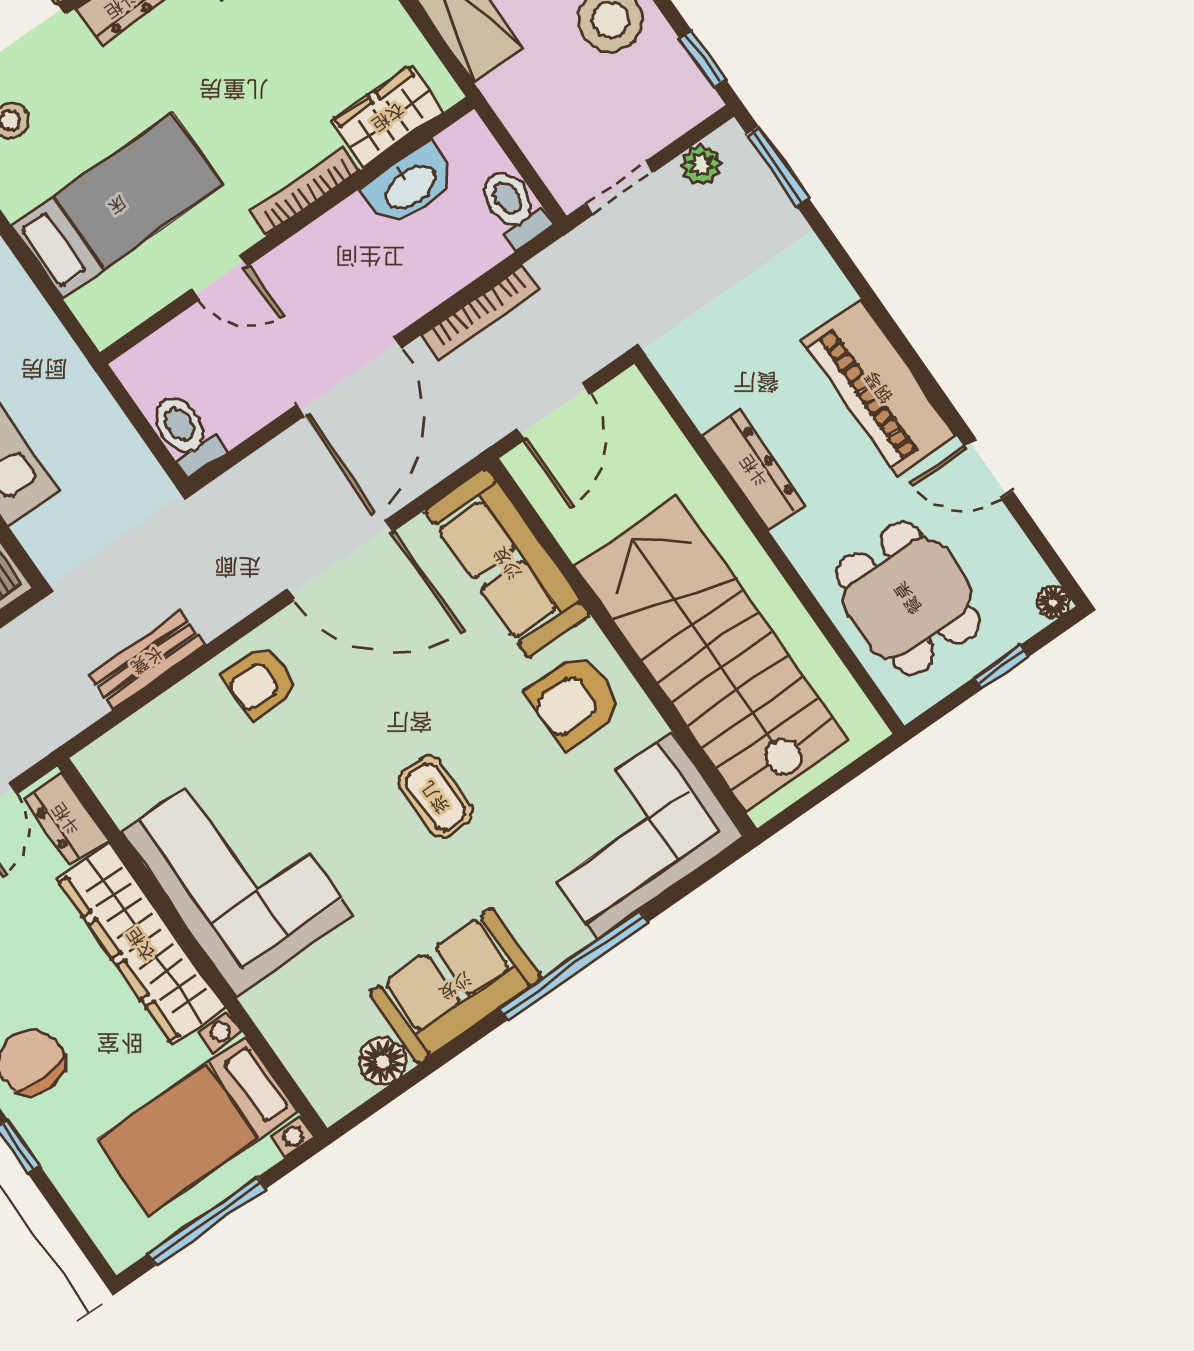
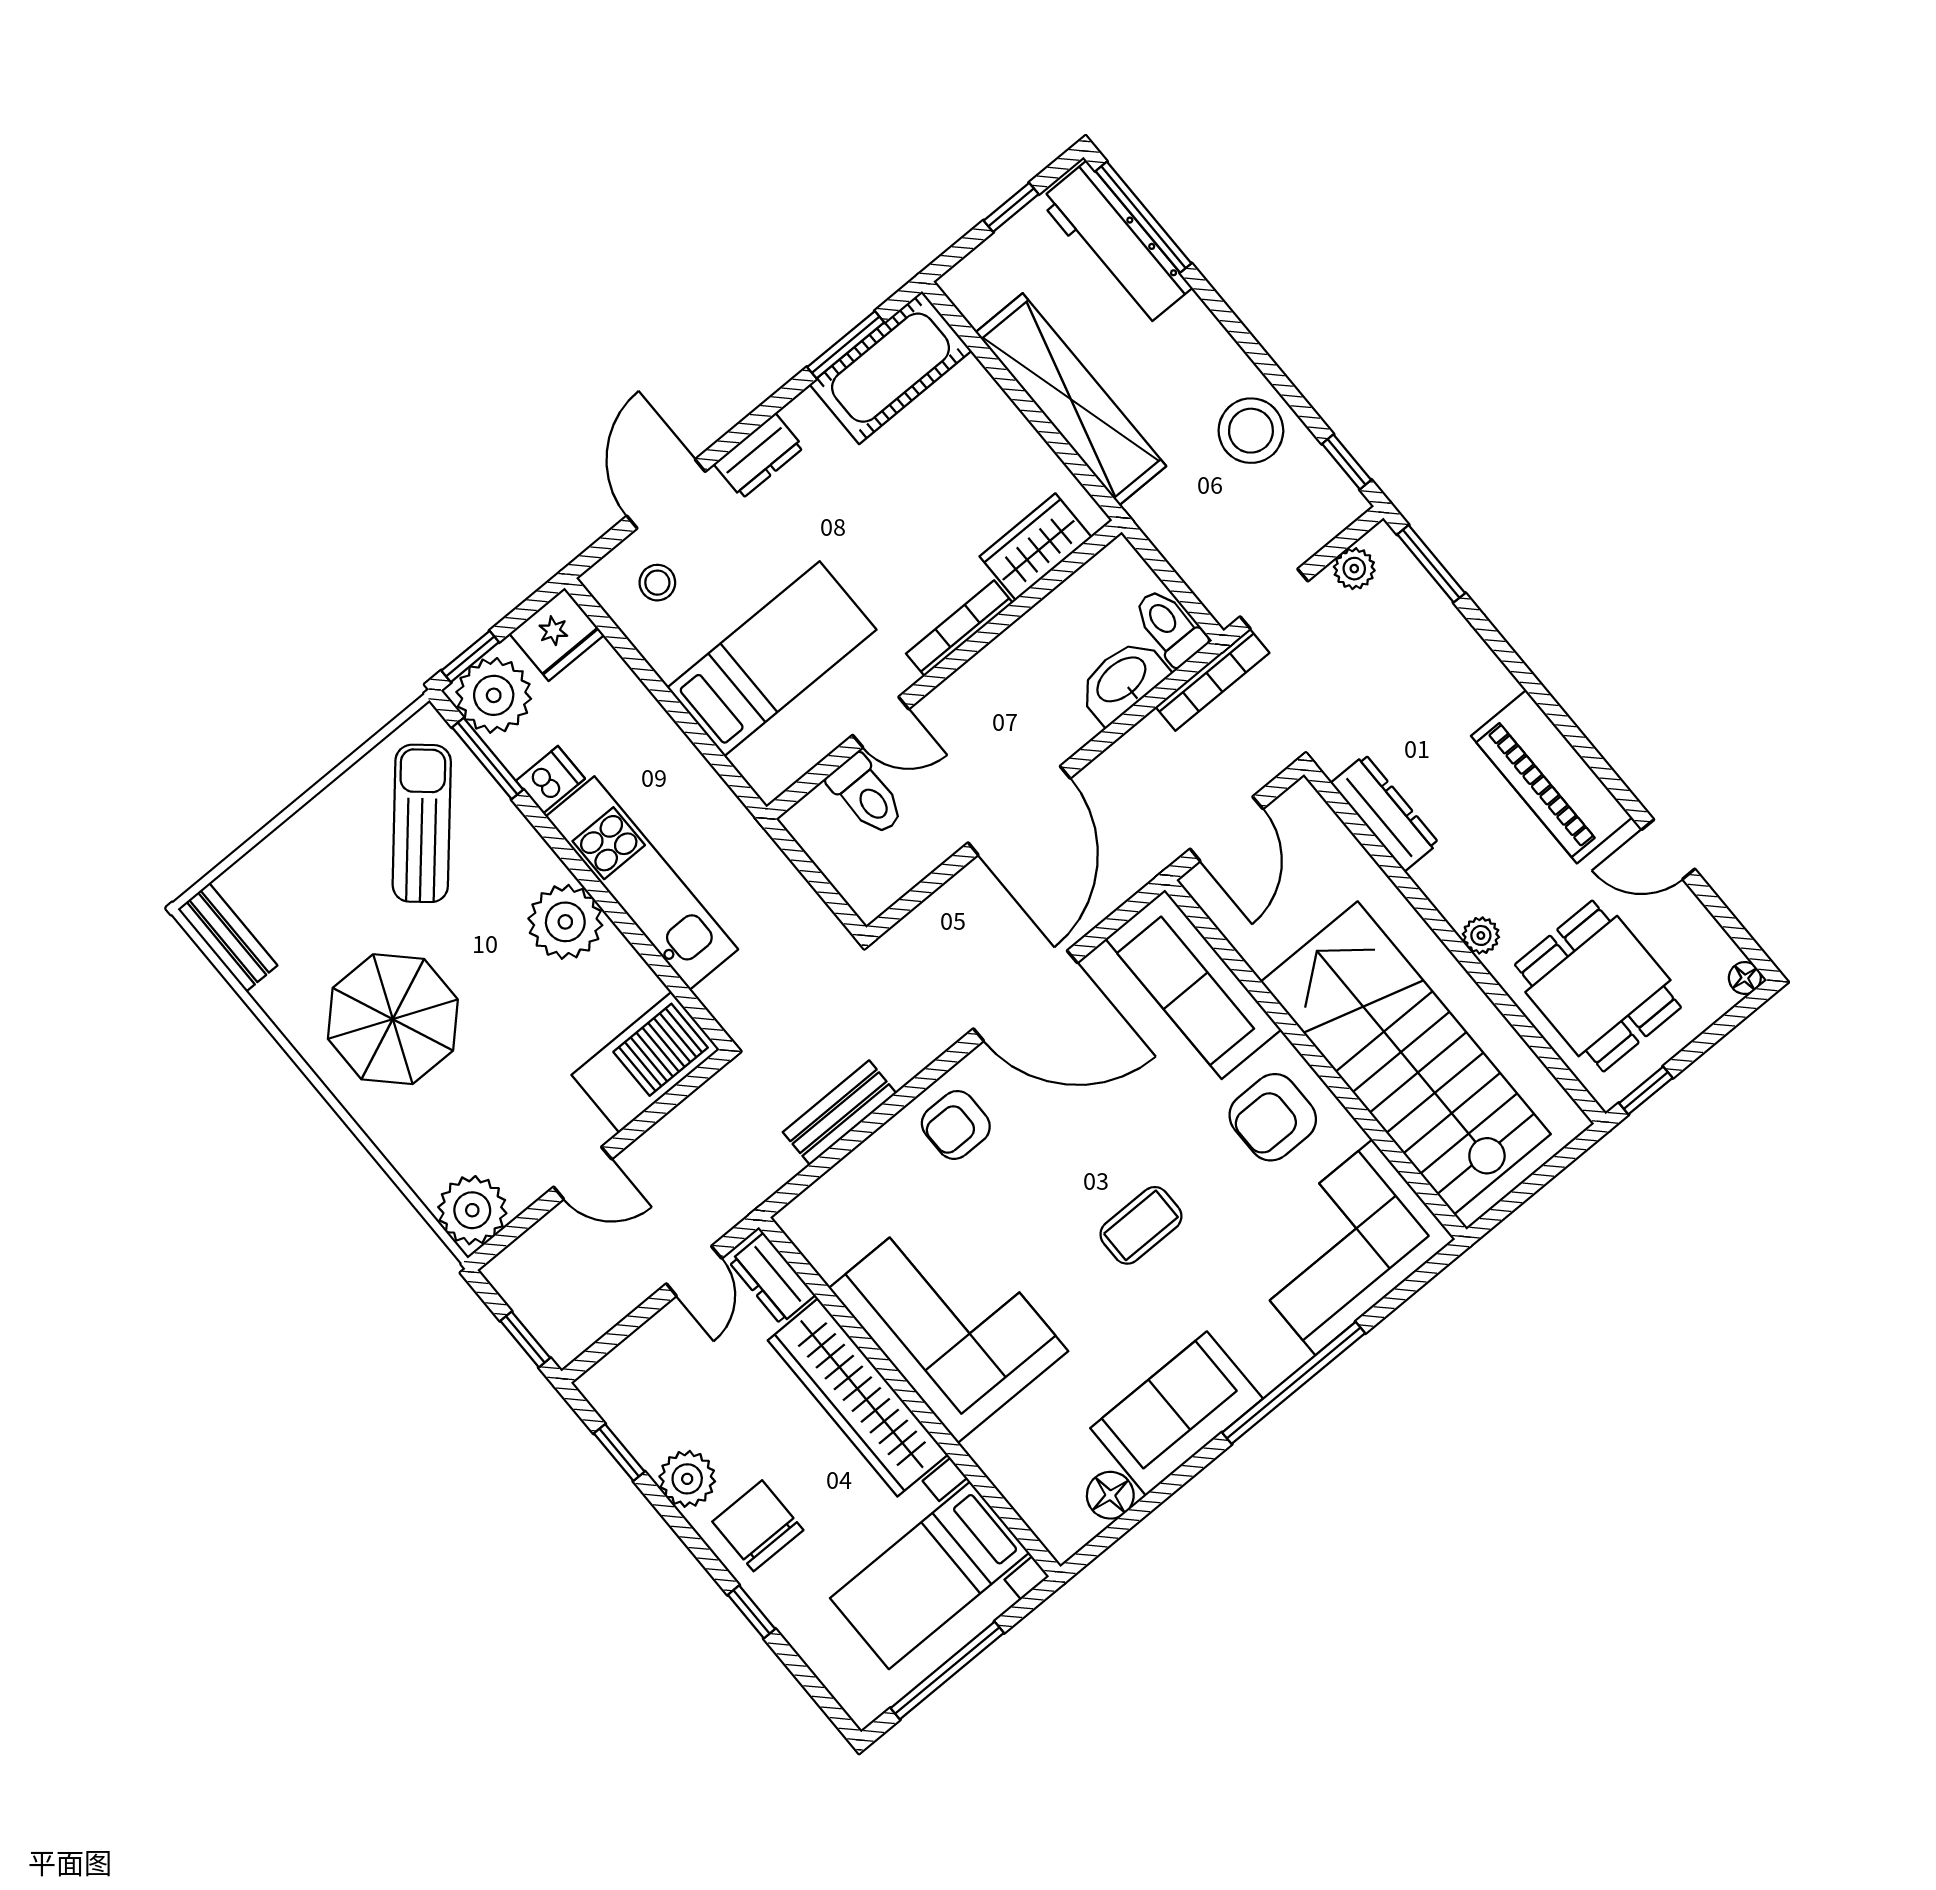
washbasin: (410, 186) -> (1122, 681), moved, turned 180
bookcase: (481, 312) -> (1212, 680), moved
toilet: (186, 433) -> (866, 795), moved, turned 180
dresser: (754, 471) -> (1385, 813), moved
plant: (796, 538) -> (1481, 935), added
window: (1001, 667) -> (1646, 1090), moved
coffee table: (435, 797) -> (1141, 1225), turned 90

